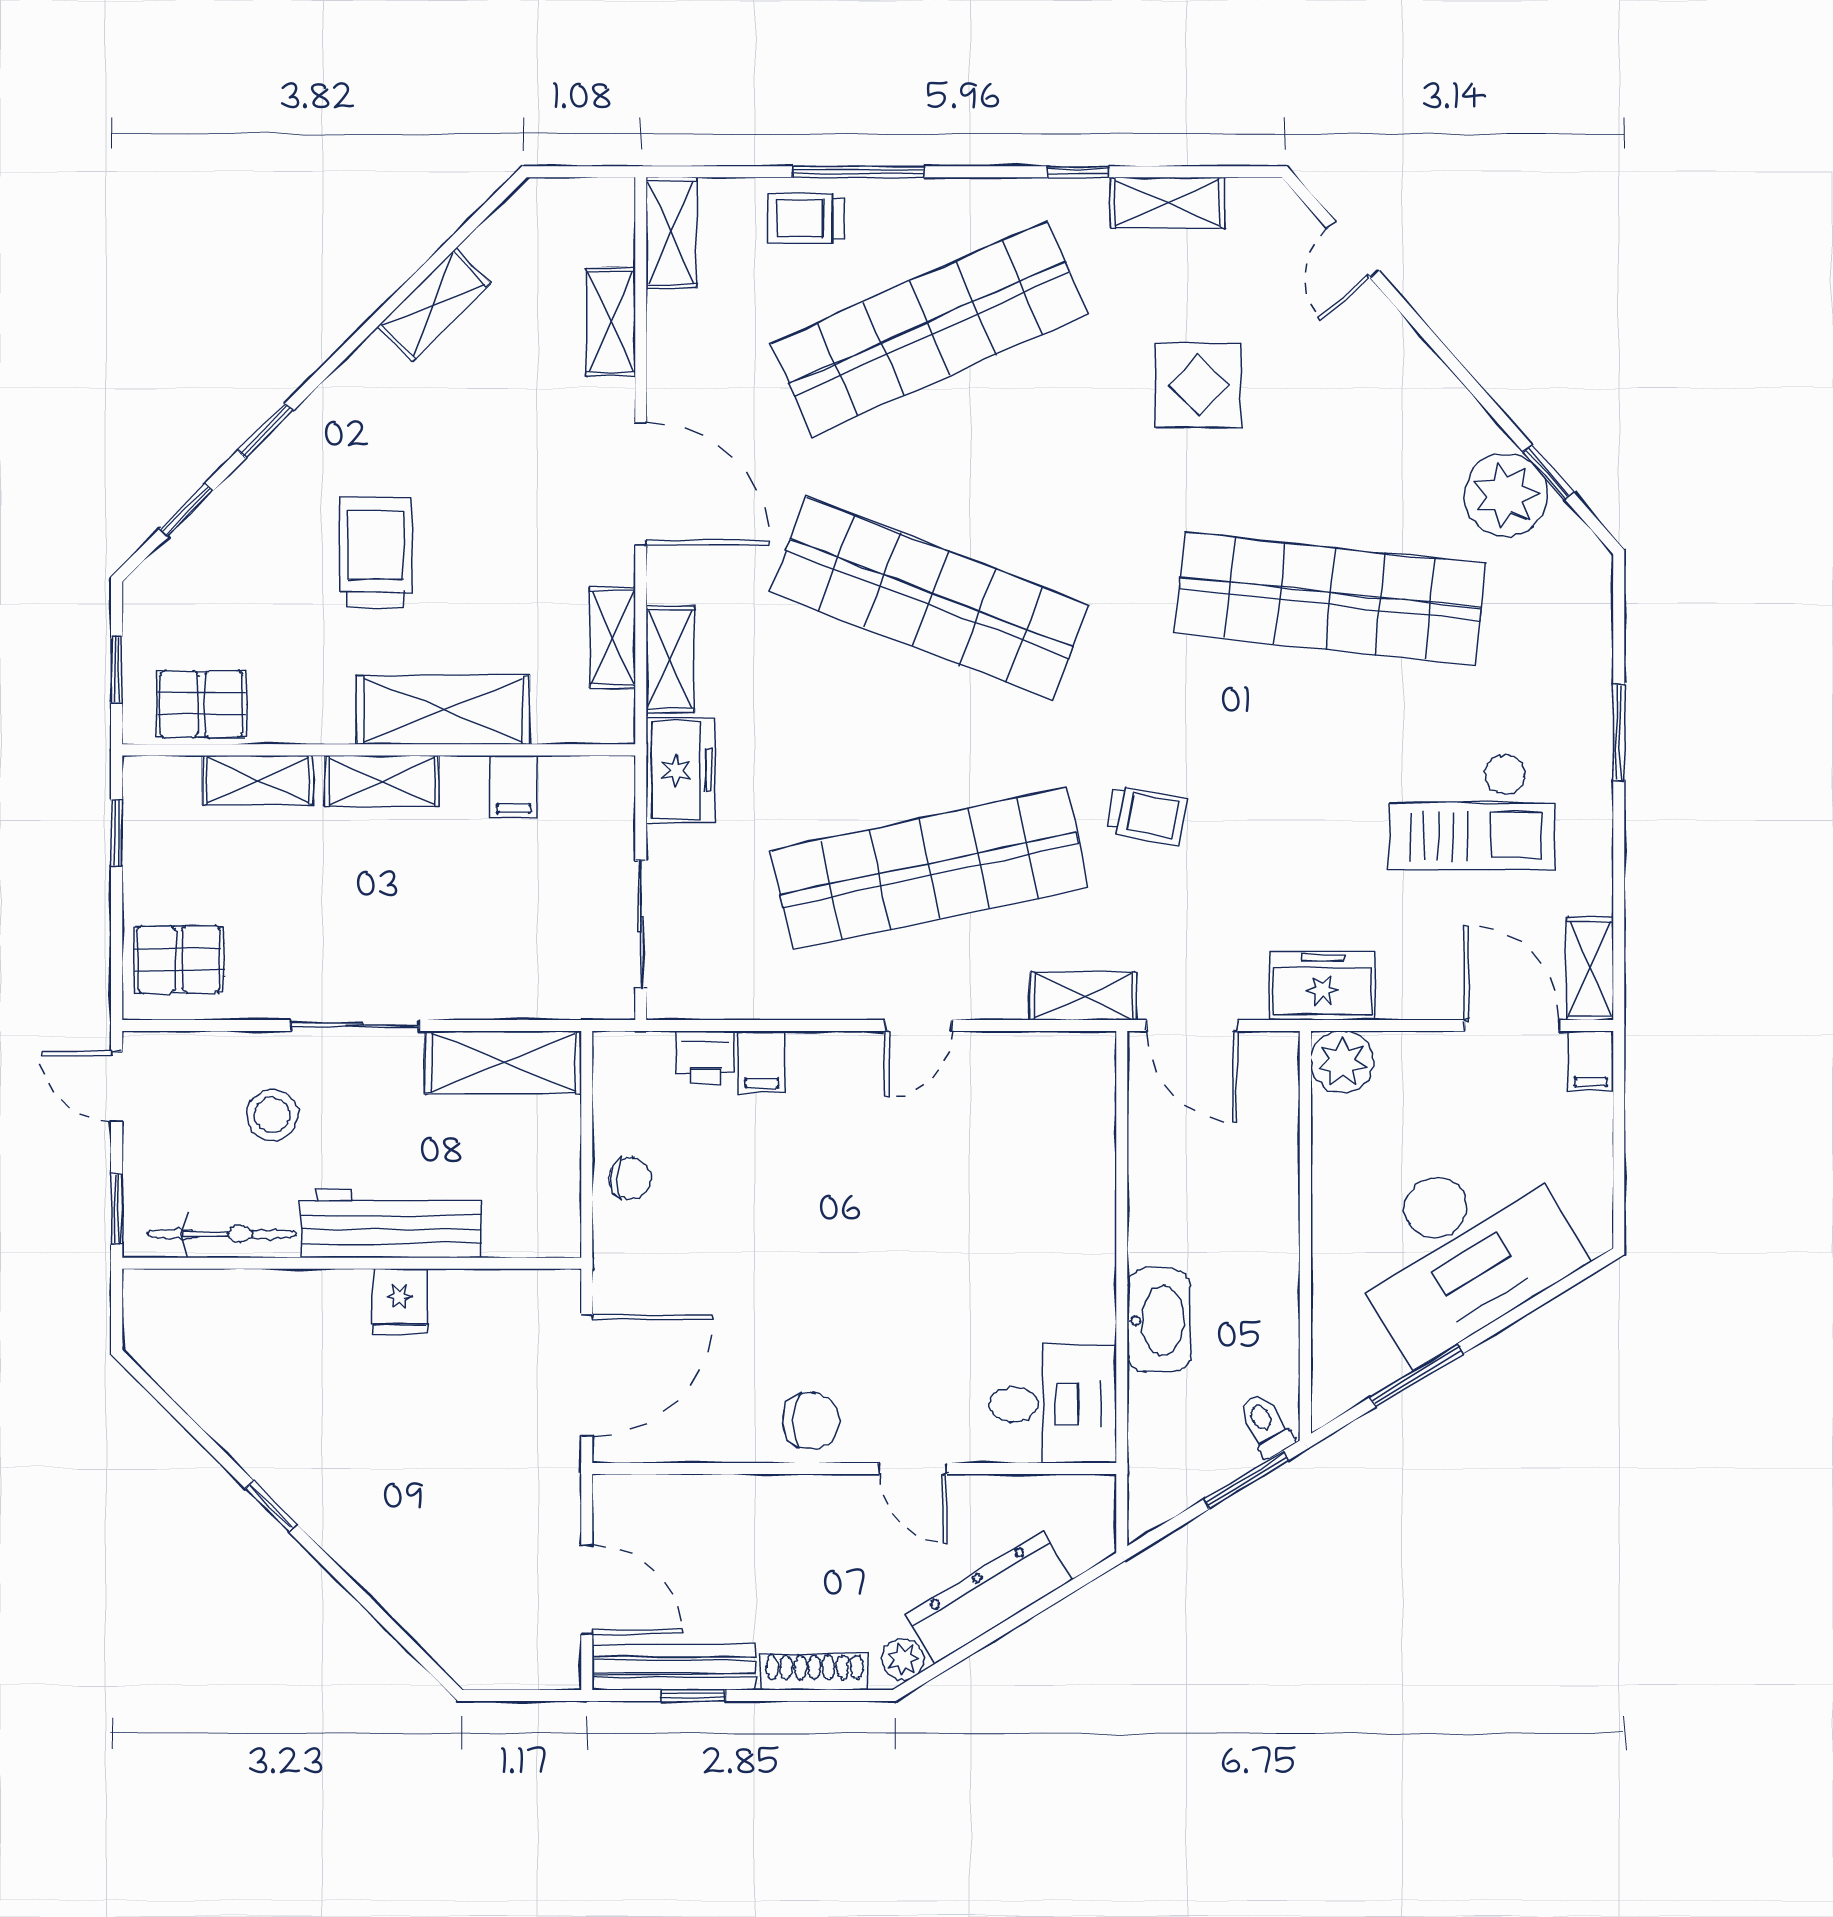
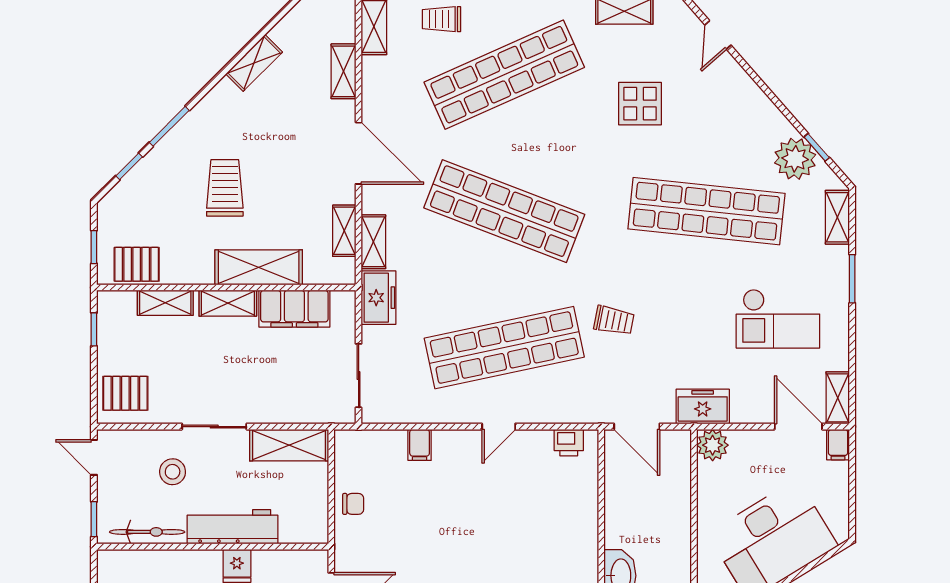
window: (266, 430) -> (169, 126), width x1.50
filing cabinet: (514, 787) -> (294, 309), width x3.00, depth x1.17
shelving: (1083, 996) -> (837, 217), moved, turned 90
printer: (705, 1057) -> (569, 443), moved

